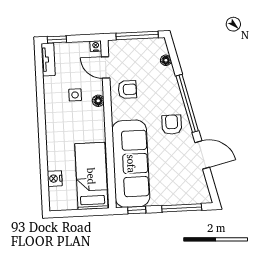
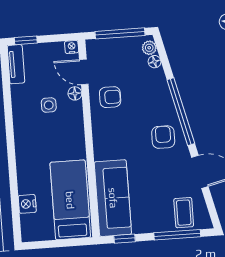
plant: (162, 48) -> (149, 48), added
floor lamp: (98, 101) -> (75, 93), moved
sofa: (131, 164) -> (113, 198), width x0.74, depth x0.79
coffee table: (188, 189) -> (184, 213), added

